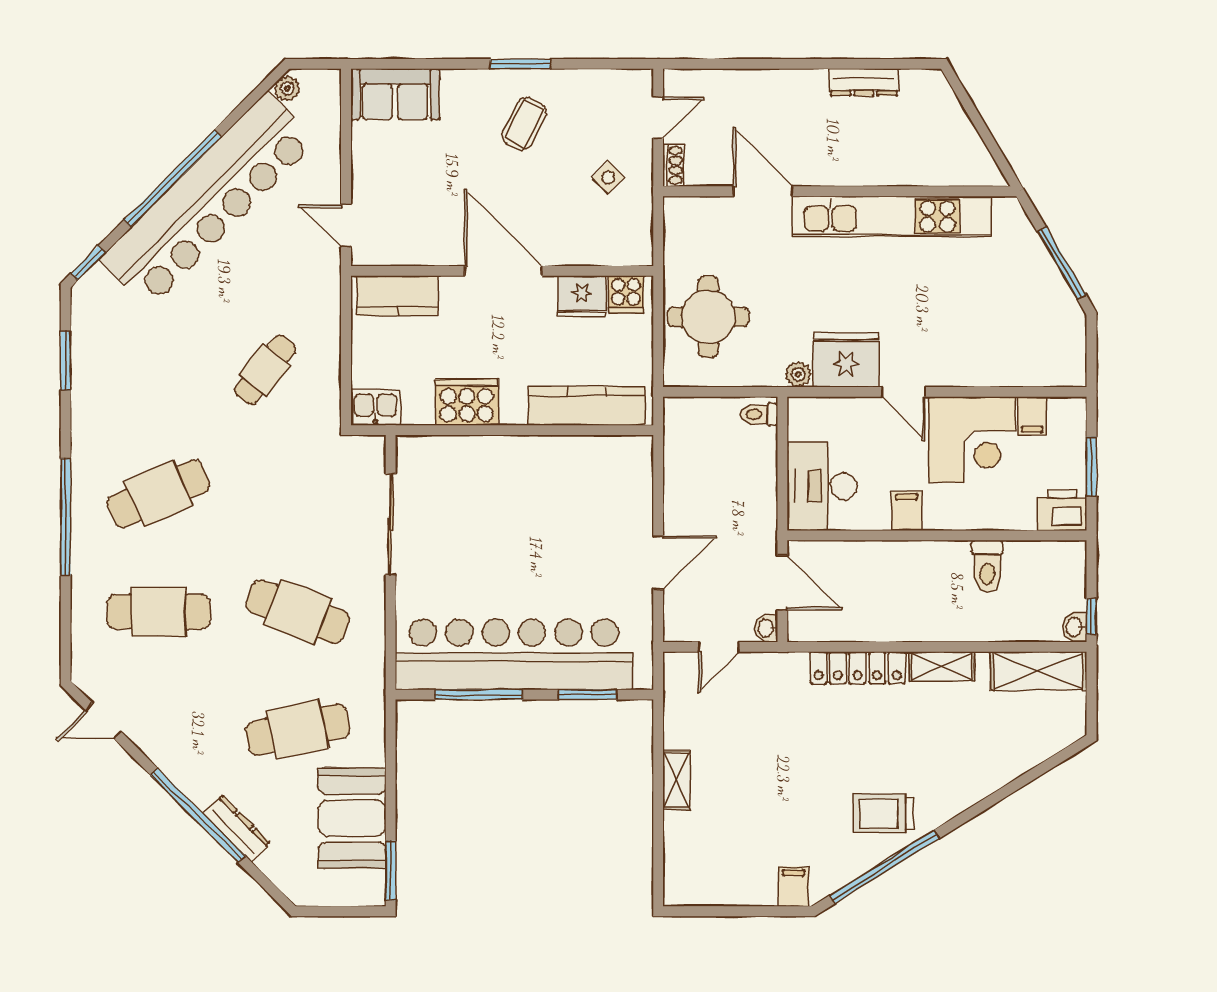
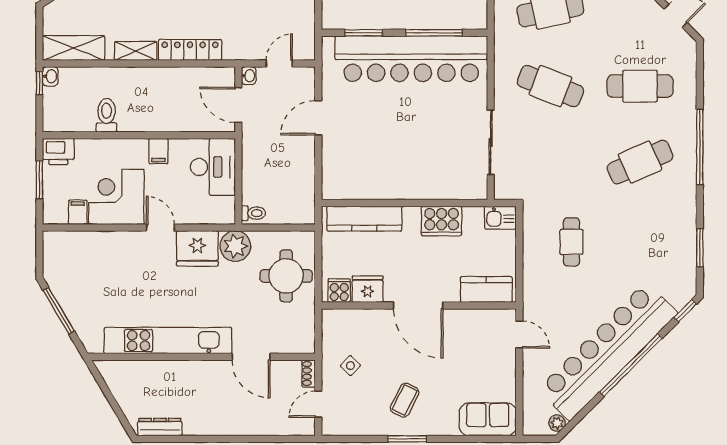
dresser: (864, 82) -> (160, 427), moved
cafe table: (265, 370) -> (571, 242), turned -38
plant: (798, 374) -> (235, 246), width x1.87, depth x1.87

